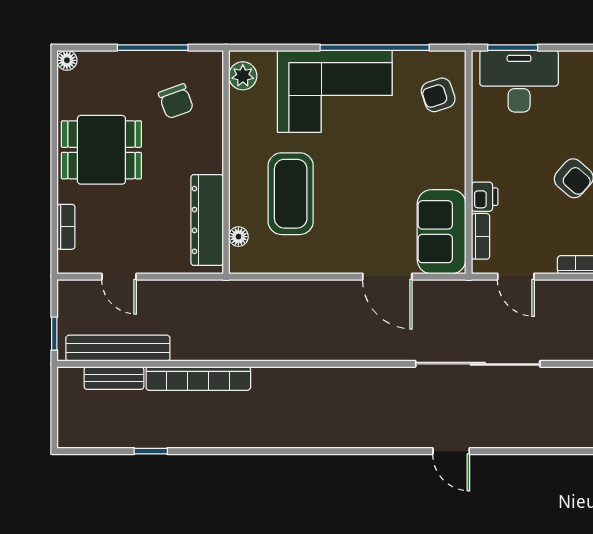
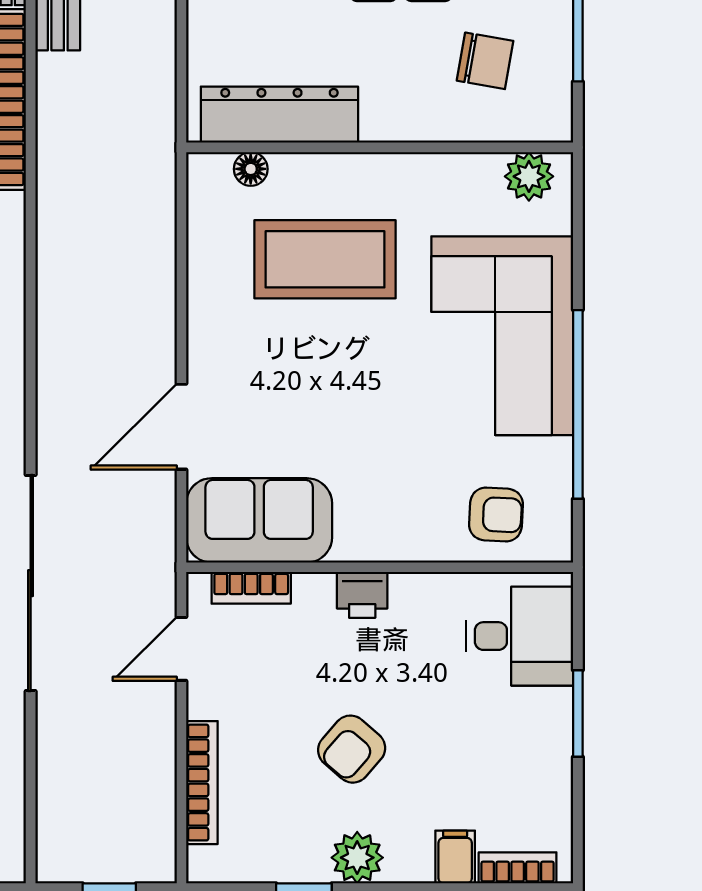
window: (513, 48) -> (578, 714), moved
desk: (519, 81) -> (520, 636), width x0.73
armchair: (438, 95) -> (496, 514), turned 111
chair: (176, 101) -> (485, 61), turned -150
printer: (485, 197) -> (362, 595), moved

